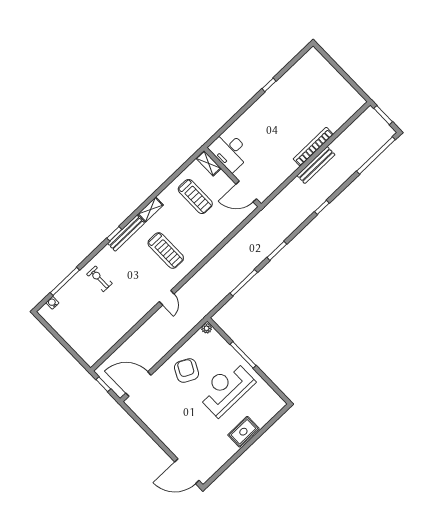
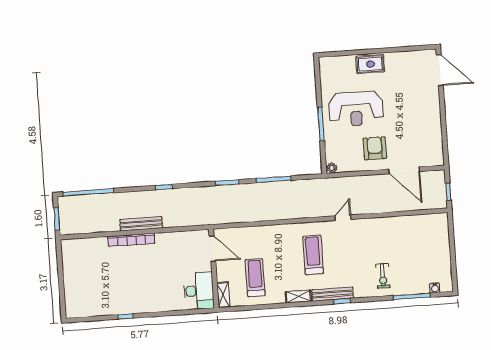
armchair: (187, 371) -> (375, 148), turned 153
door: (138, 384) -> (404, 170), moved

